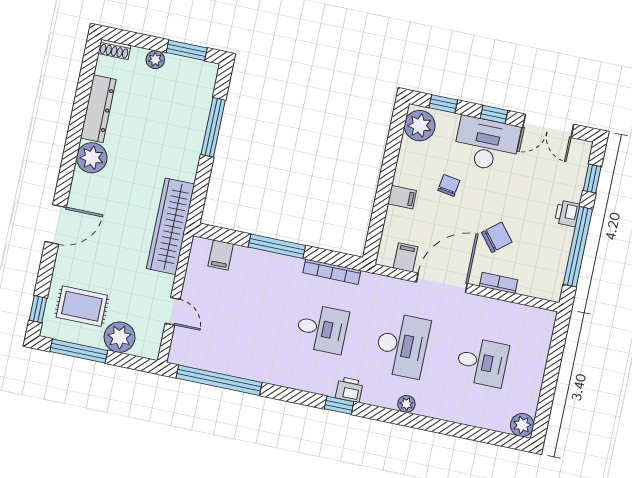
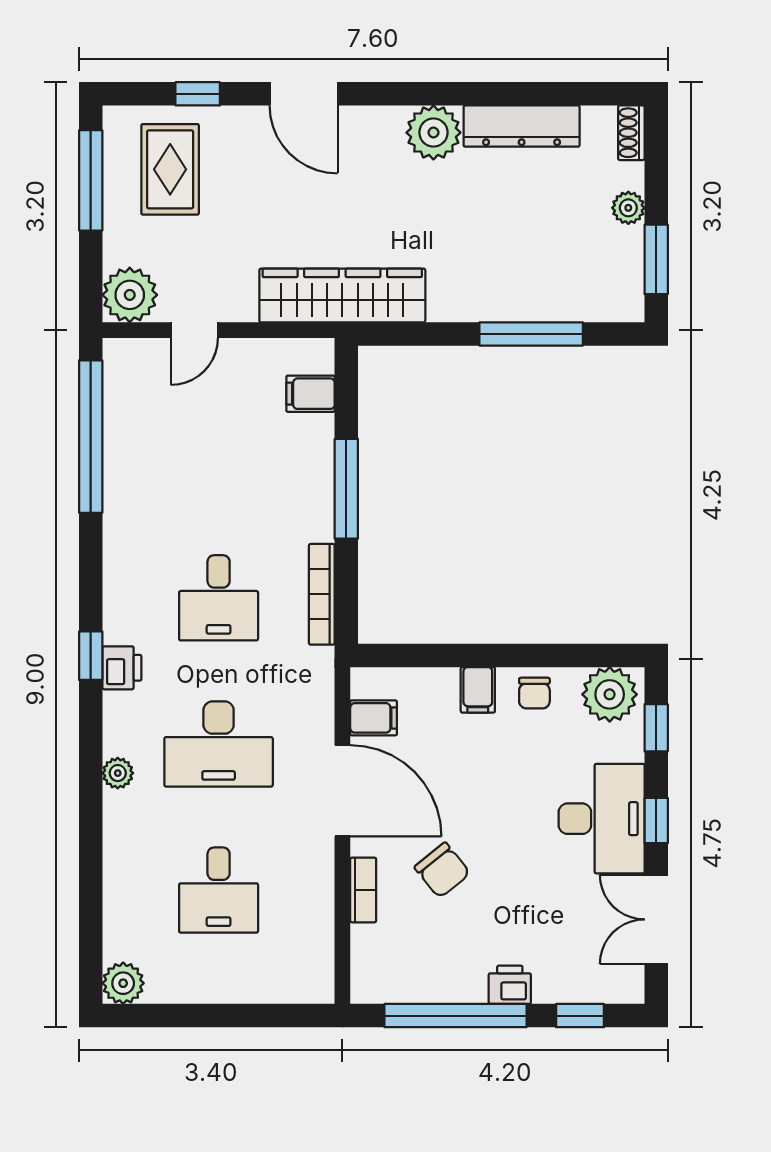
chair: (449, 185) -> (534, 693), moved, turned 81
window: (38, 309) -> (198, 94), moved
plant: (120, 337) -> (130, 295), moved

